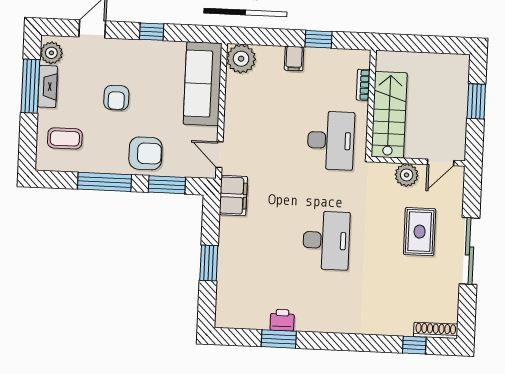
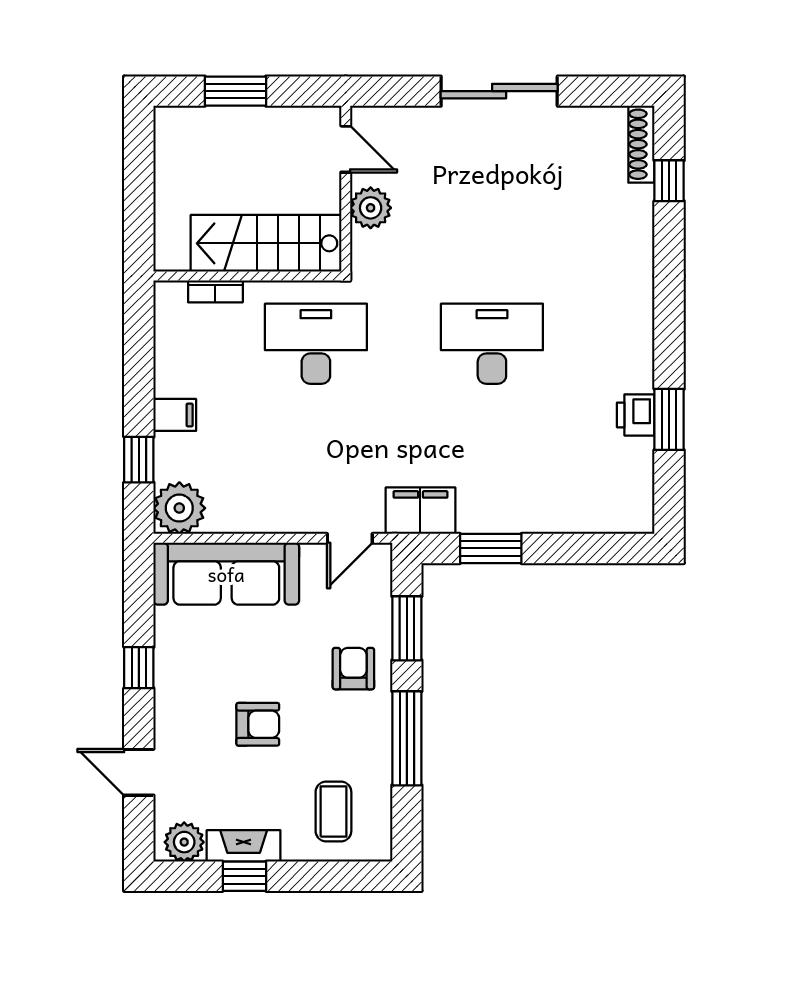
window: (319, 39) -> (139, 460), moved
window: (30, 86) -> (244, 876), width x0.46
armchair: (145, 153) -> (353, 669), width x0.72, depth x0.72
rug: (420, 232) -> (469, 180), removed
window: (209, 263) -> (491, 548), moved

